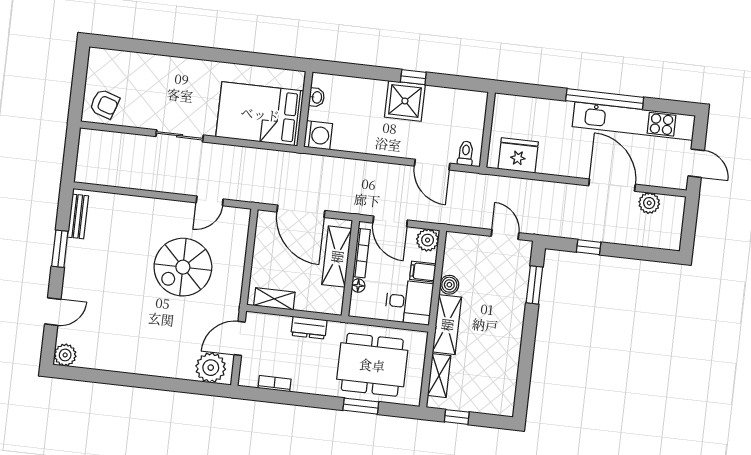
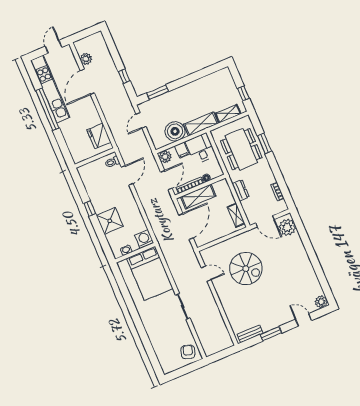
shower: (405, 101) -> (110, 221), moved
boiler: (449, 285) -> (175, 131), width x1.86, depth x1.86

